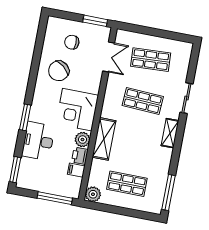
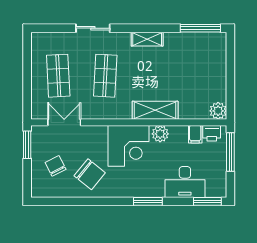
chair: (72, 42) -> (56, 166), turned 153
shelving: (170, 133) -> (147, 39), moved
desk: (38, 141) -> (185, 182), moved
printer: (80, 156) -> (212, 133), moved
shop shelf: (127, 184) -> (199, 76), removed

